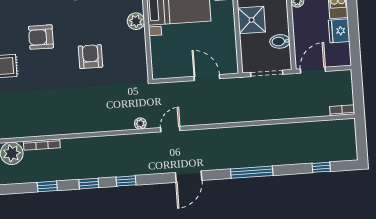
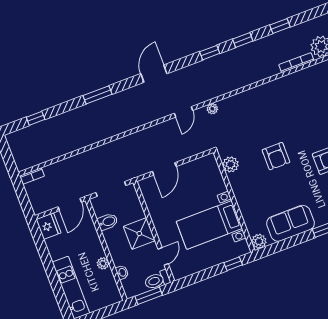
plant: (136, 21) -> (231, 164), moved
fridge: (339, 31) -> (48, 226), moved
door: (207, 78) -> (164, 169), hinge flipped
window: (252, 172) -> (98, 95), width x0.69

